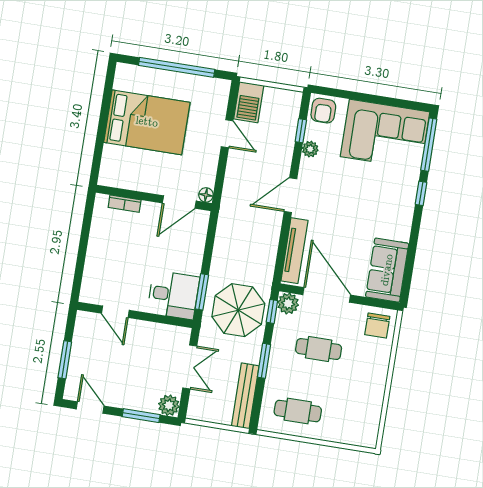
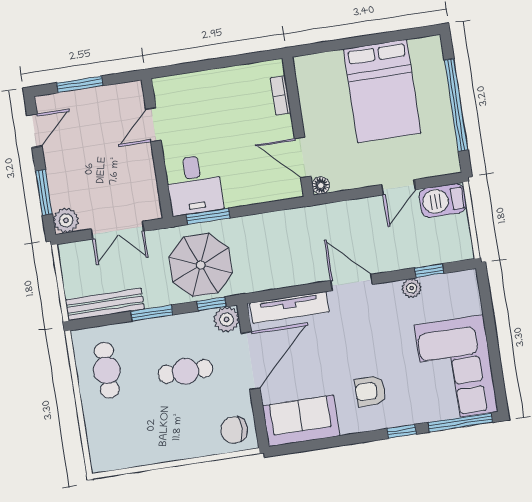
armchair: (323, 111) -> (370, 391), moved
cafe table: (319, 349) -> (186, 371), turned 90

